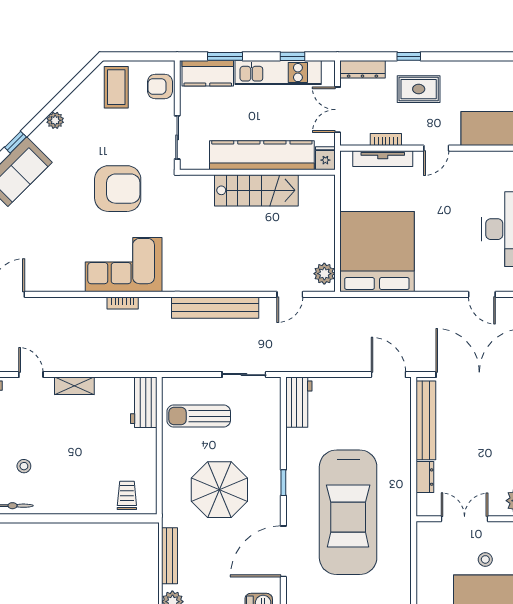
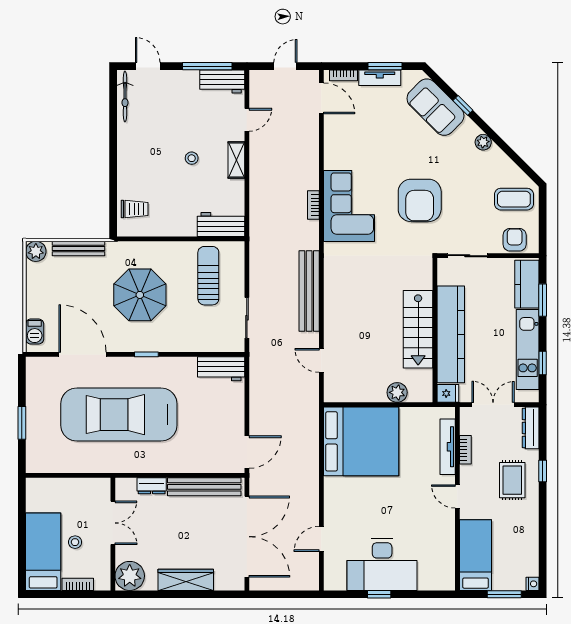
plant: (324, 274) -> (397, 392), moved
stool: (24, 466) -> (192, 158), moved

